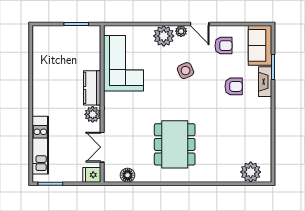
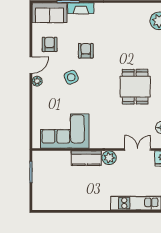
plant: (164, 36) -> (41, 96), removed
armchair: (234, 86) -> (86, 51), moved
dining table: (175, 144) -> (135, 87), width x0.73
double door: (102, 147) -> (138, 150), swing flipped

